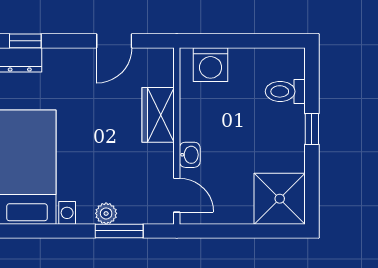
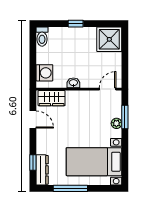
toilet: (285, 91) -> (42, 37), moved
wardrobe: (158, 115) -> (52, 98), moved
washbasin: (190, 155) -> (73, 83), moved

